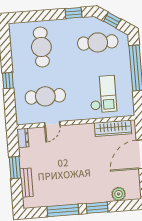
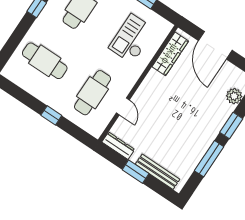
checkout: (103, 94) -> (132, 39), turned -90
dresser: (23, 138) -> (118, 146), width x1.44
bench: (27, 183) -> (158, 172), width x1.36

